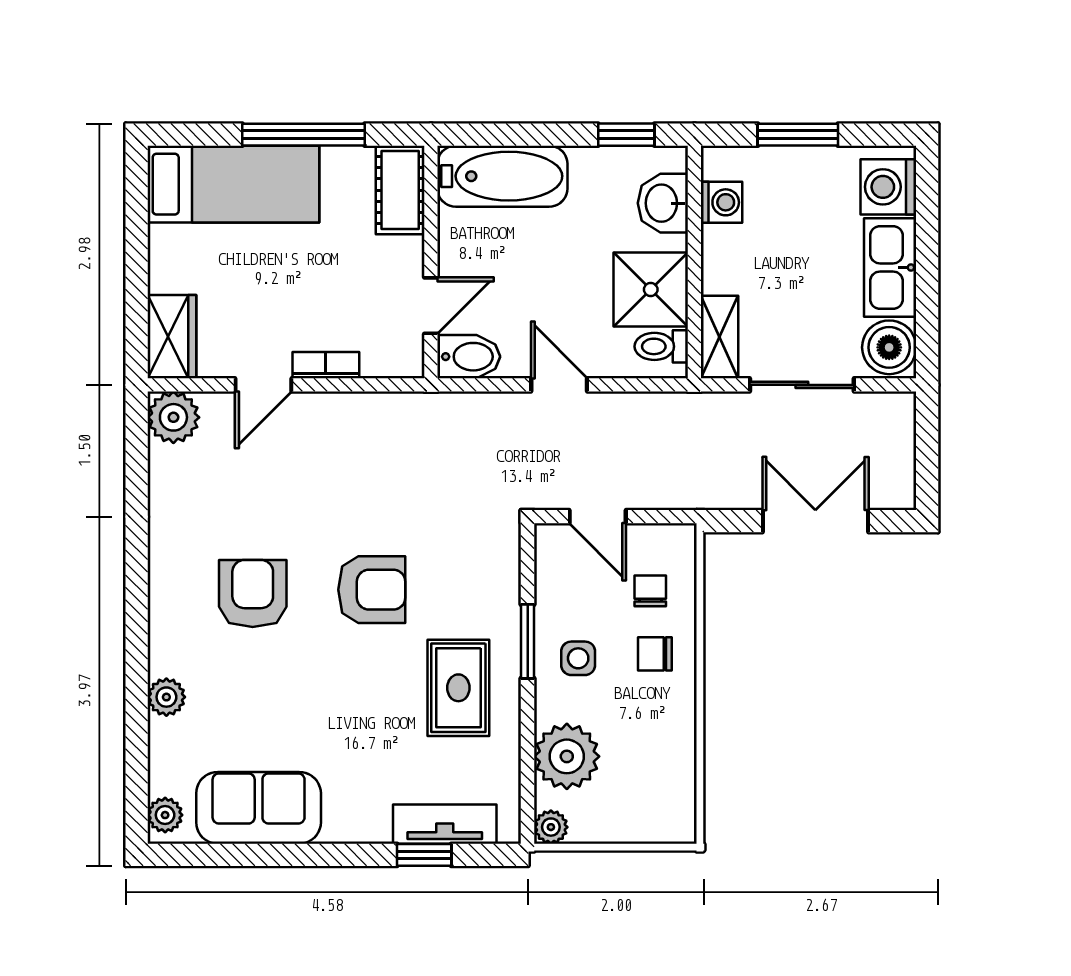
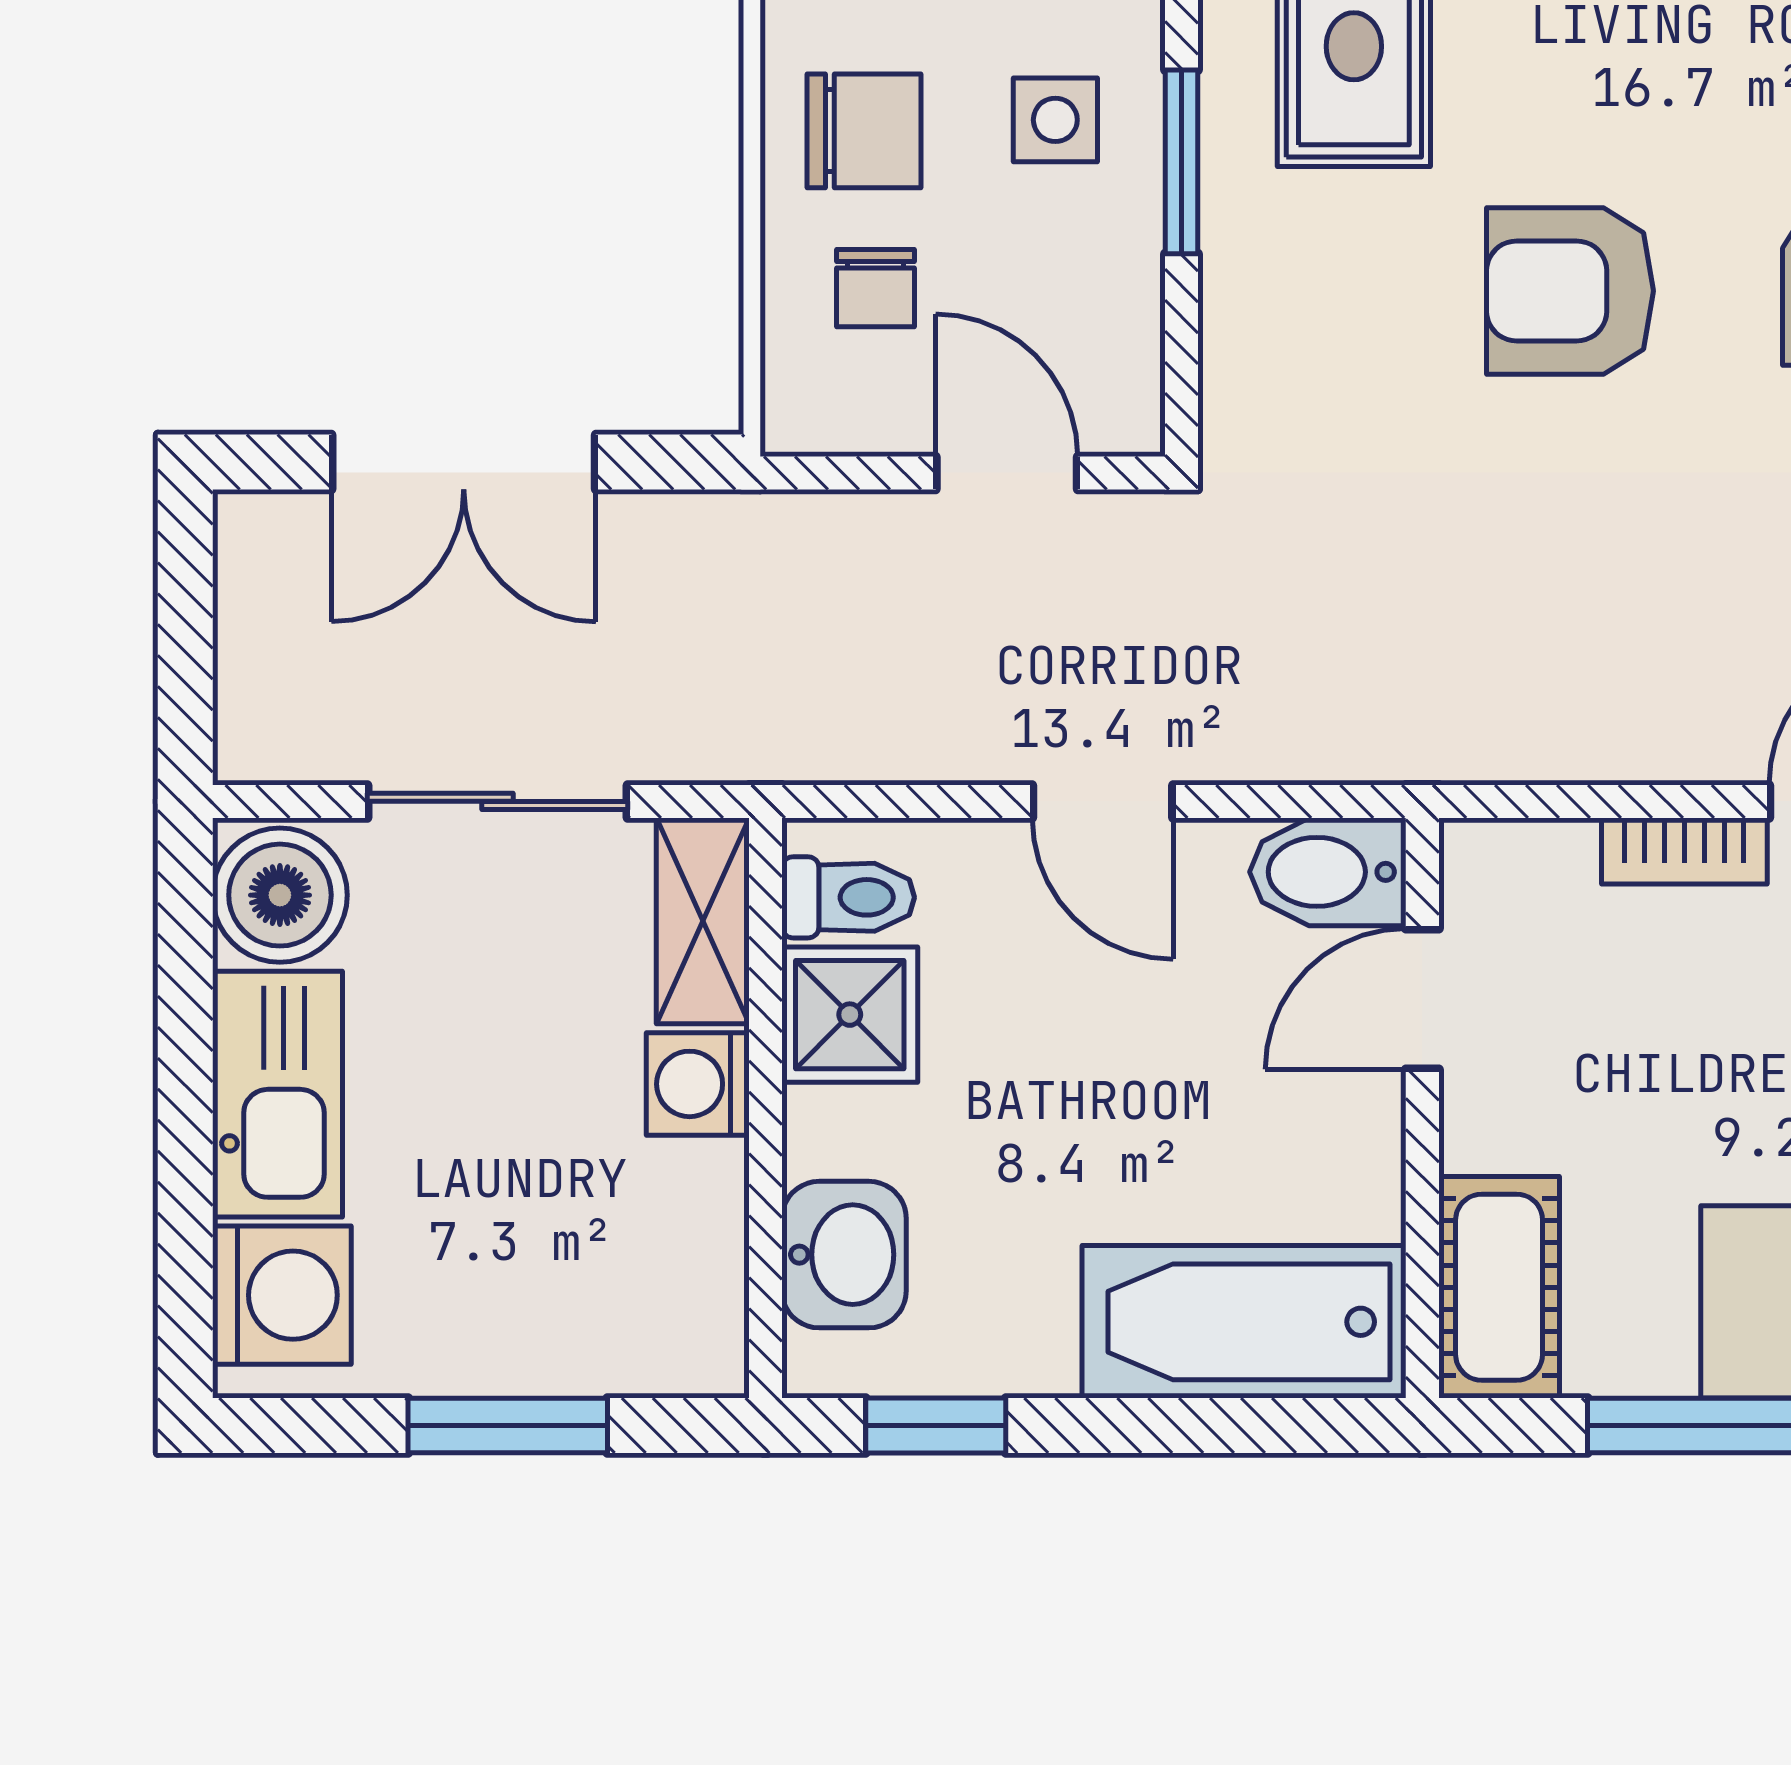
washing machine: (722, 202) -> (698, 1084), moved
shower: (651, 290) -> (850, 1015), width x0.73, depth x0.73
chair: (655, 654) -> (864, 131), width x1.37, depth x1.37

